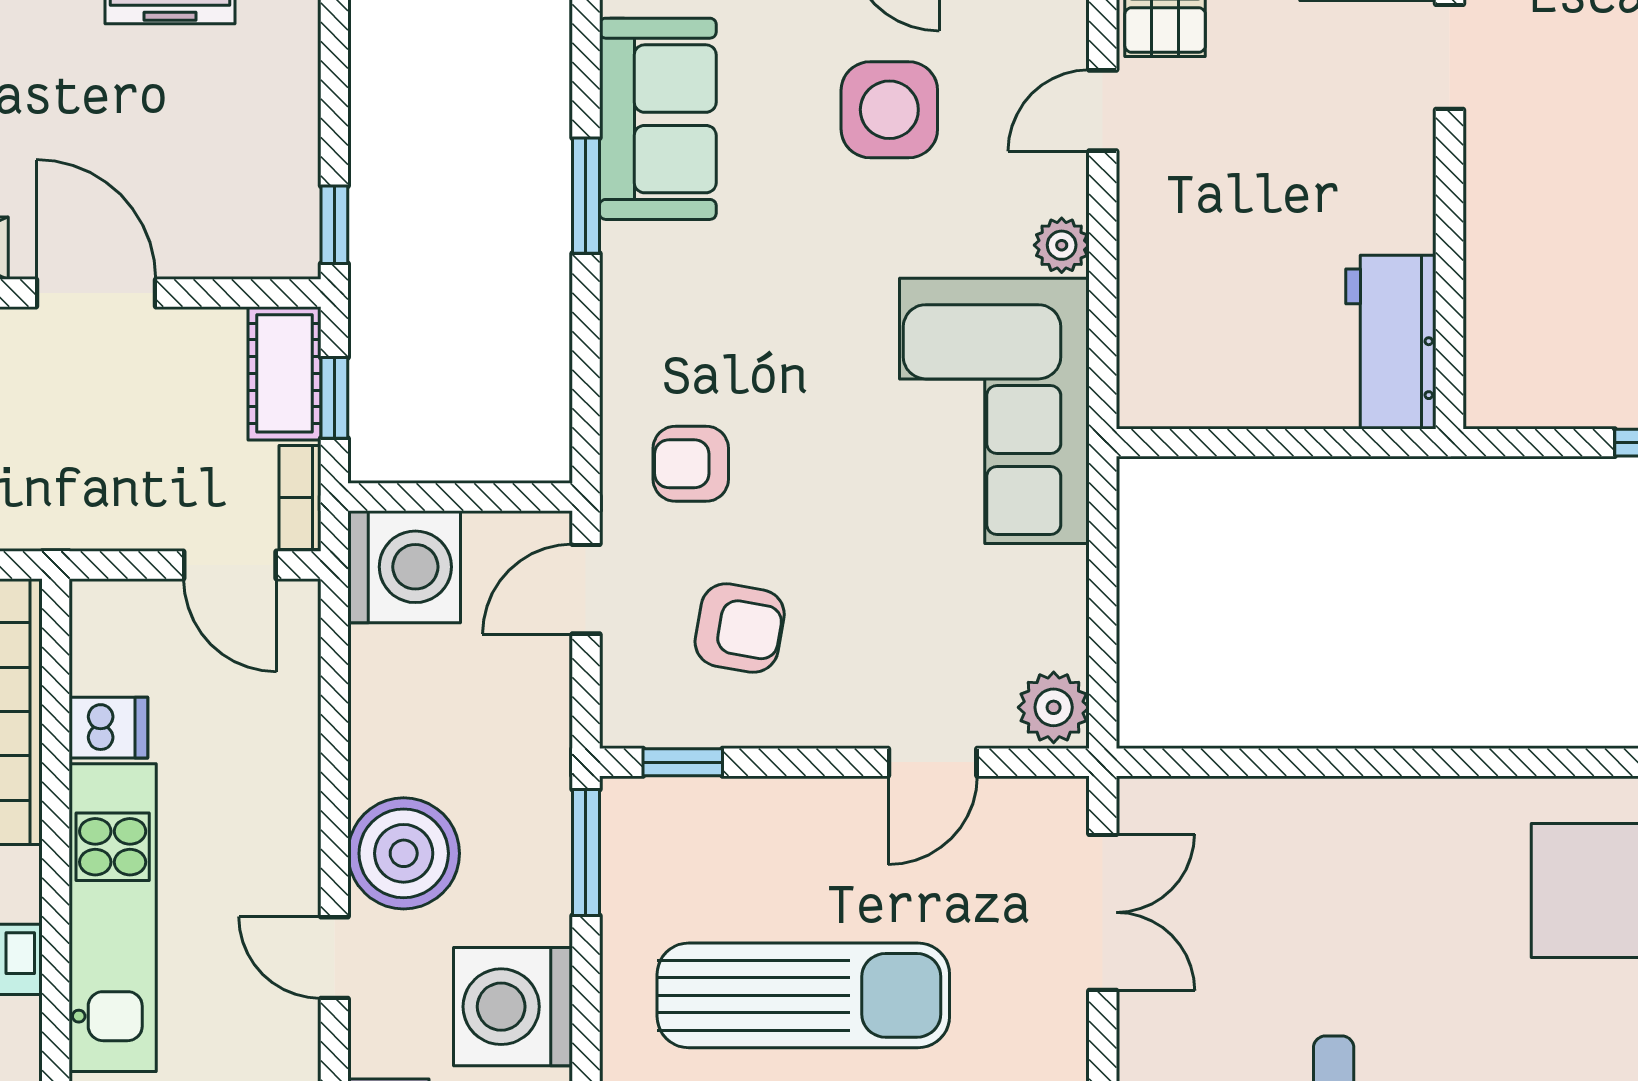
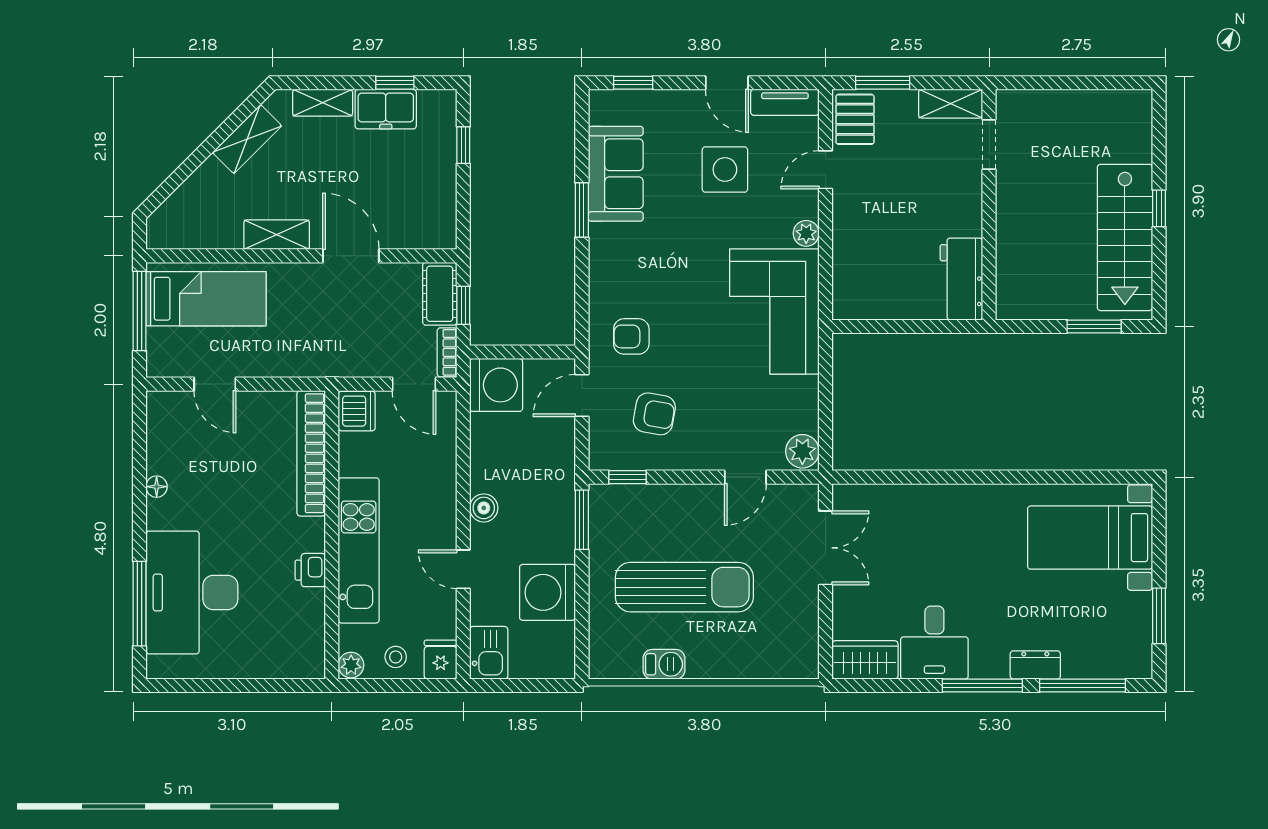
window: (334, 225) -> (463, 145), moved
dishwasher: (108, 728) -> (357, 411), moved, width x1.38
boiler: (404, 853) -> (484, 508), width x0.54, depth x0.54

